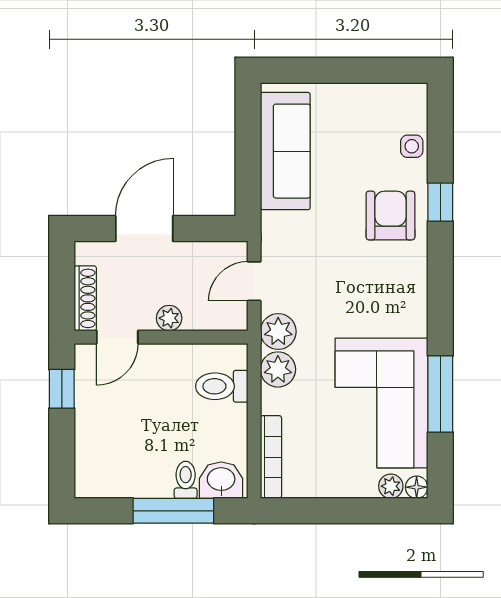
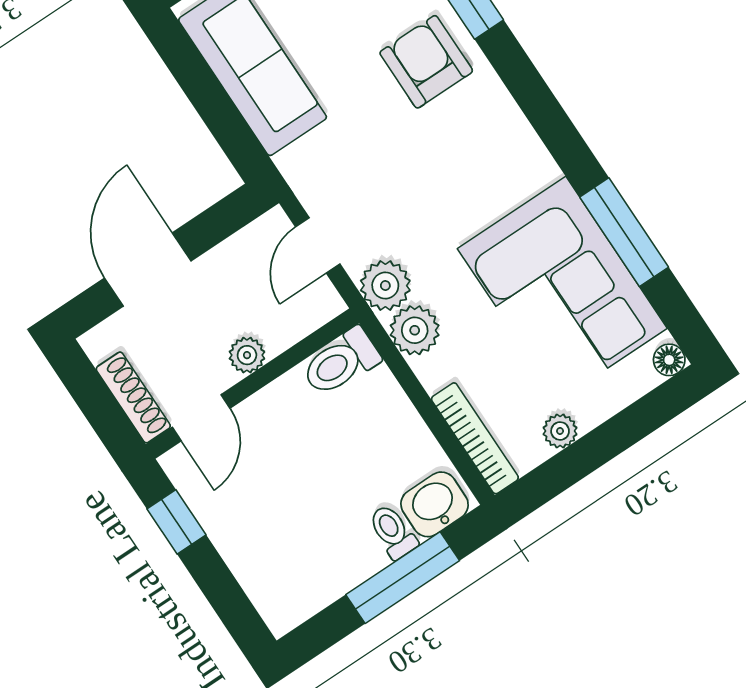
toilet: (222, 386) -> (341, 362), moved
plant: (391, 486) -> (560, 431), moved

